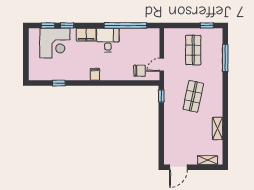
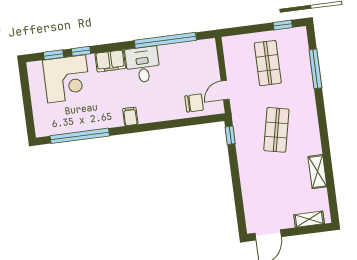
window: (59, 83) -> (80, 136), width x3.17

